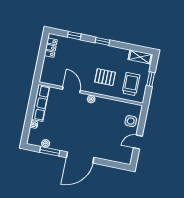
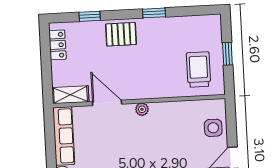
window: (102, 41) -> (154, 13), moved
shelving: (140, 57) -> (70, 95), moved
pallet: (105, 77) -> (121, 34), moved

